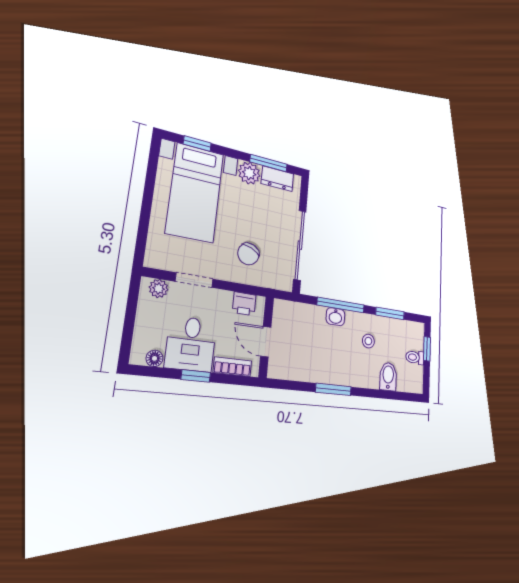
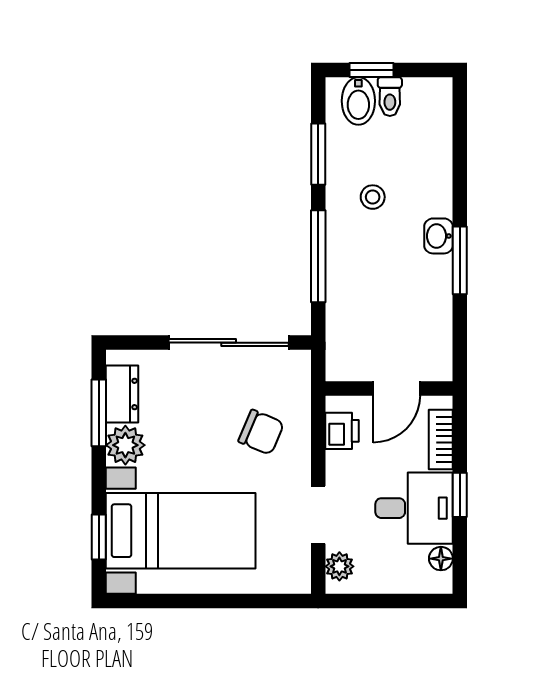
washbasin: (335, 317) -> (438, 236), moved, turned 180
bidet: (388, 376) -> (358, 101), moved, turned -90

